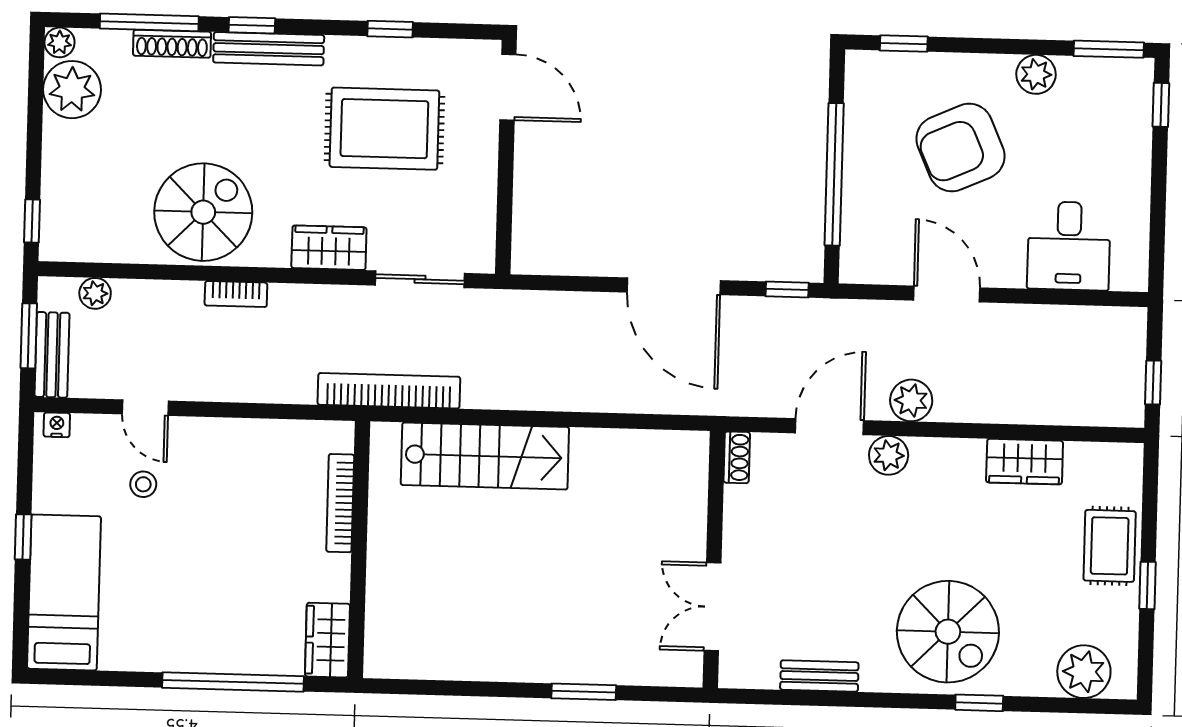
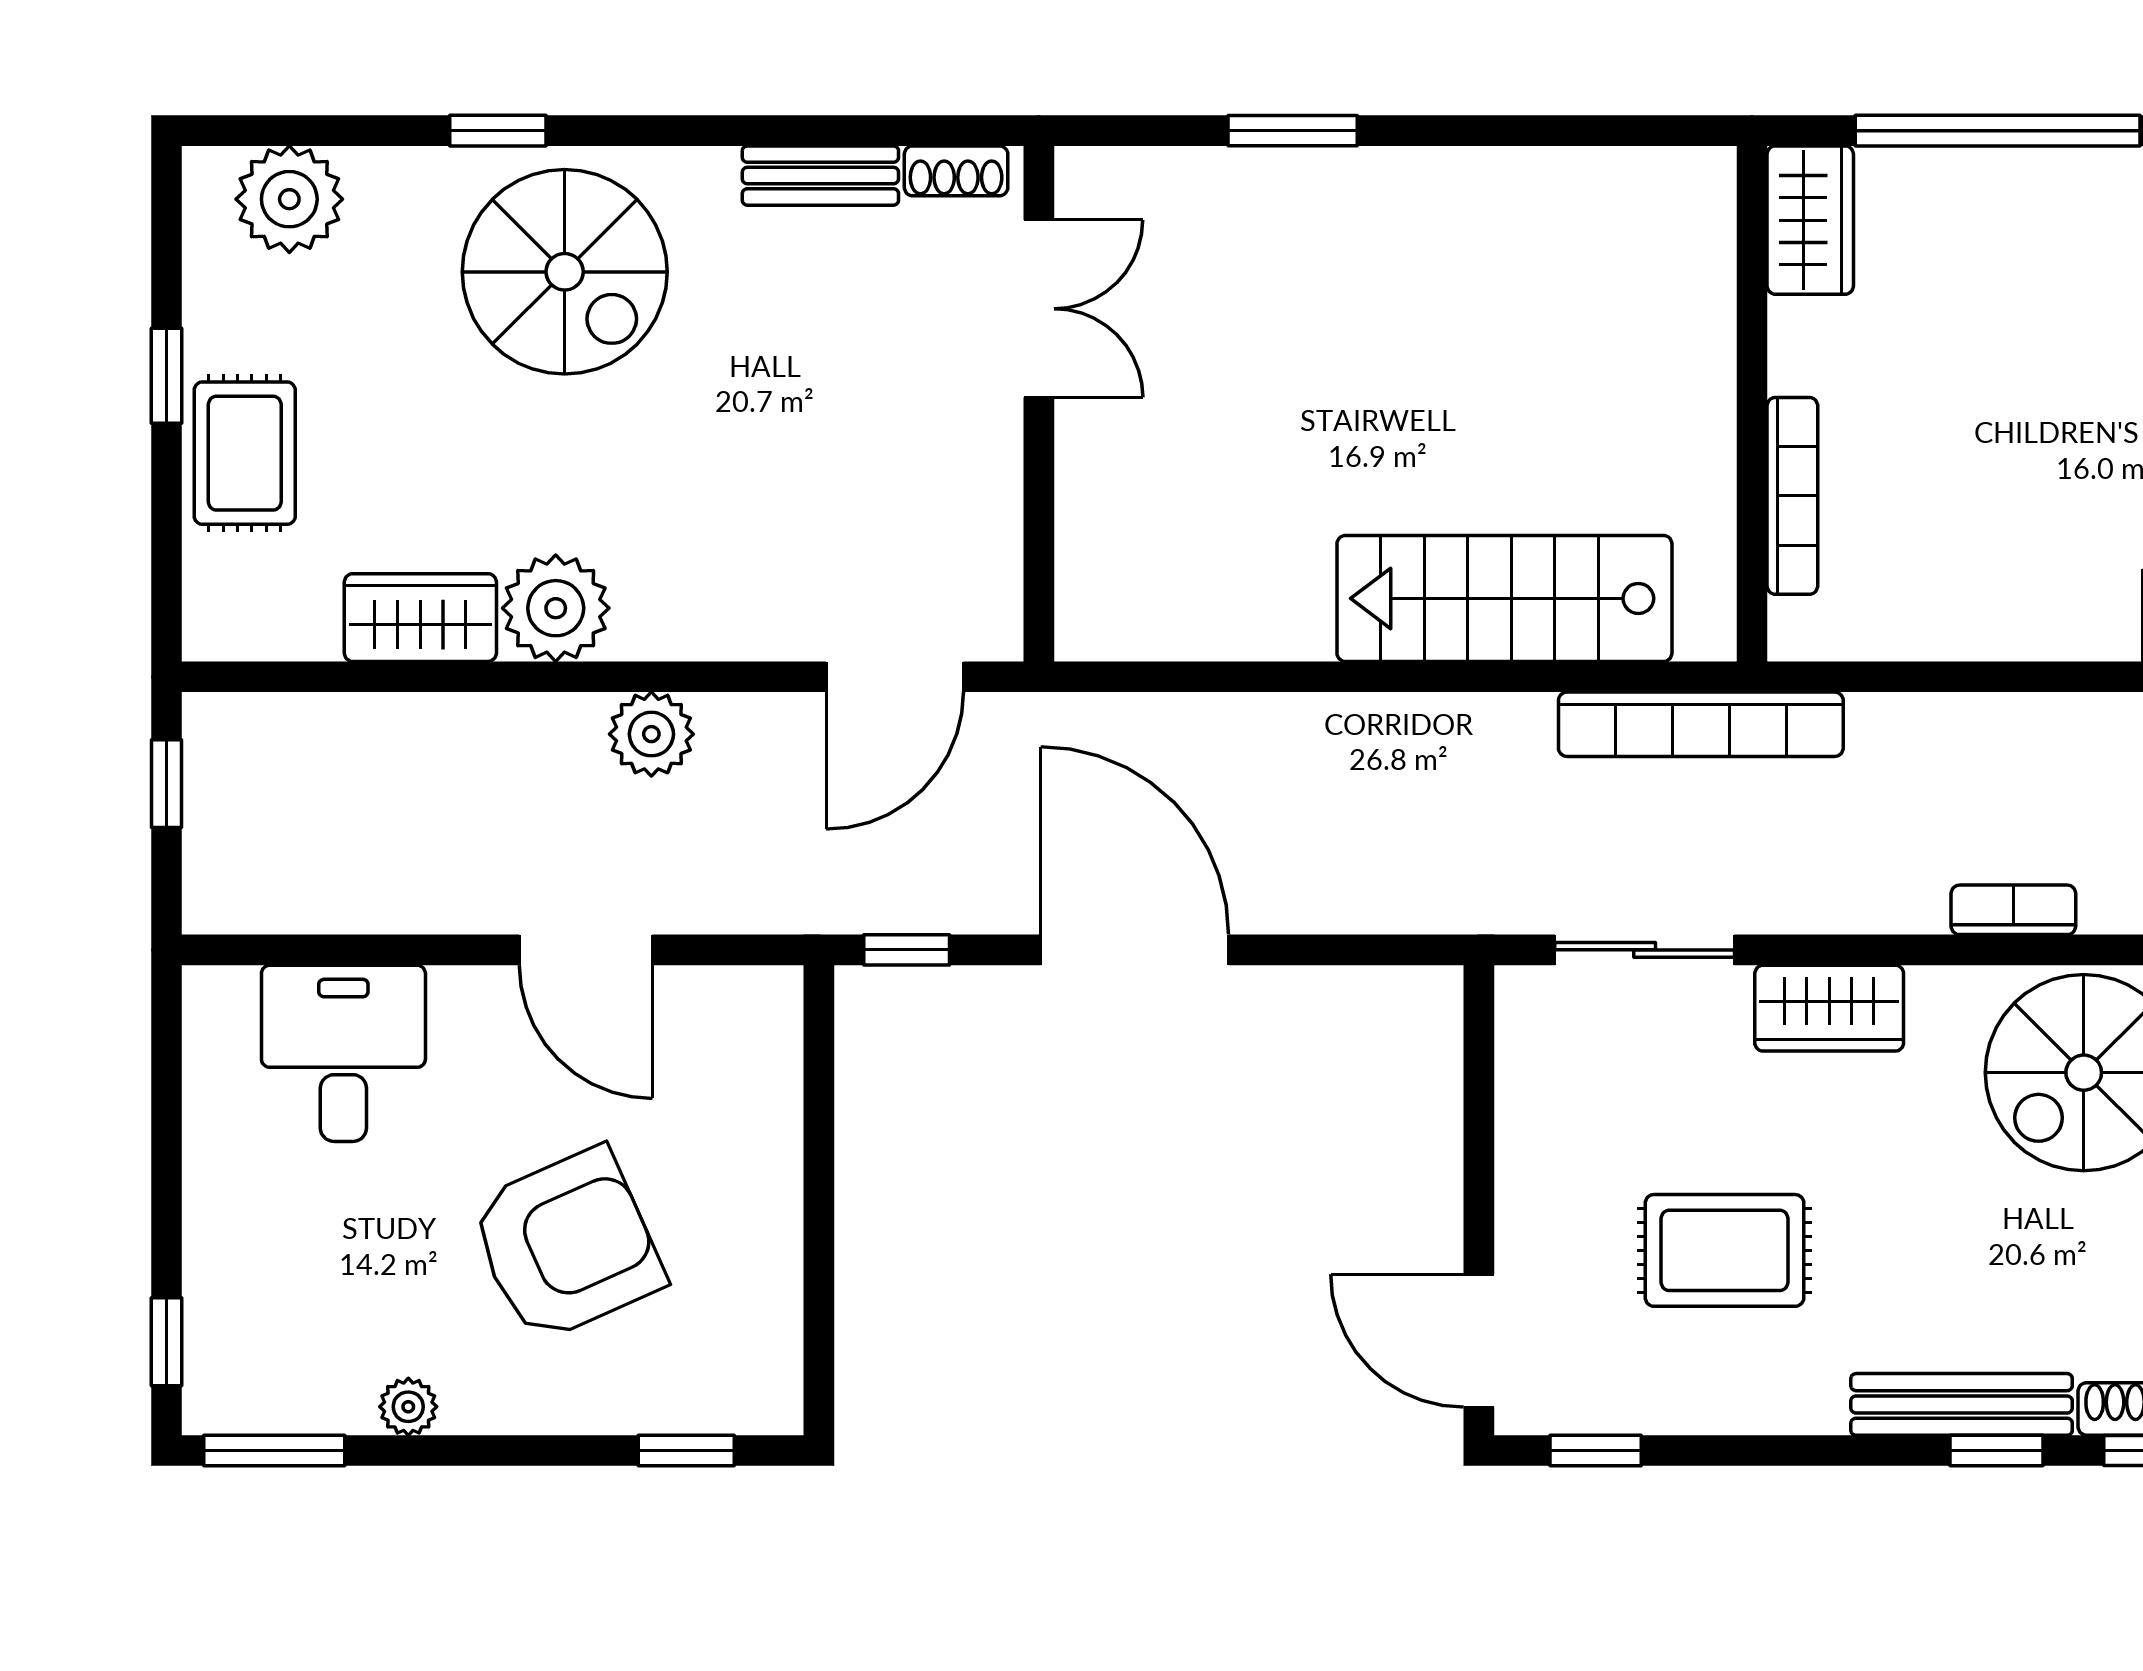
window: (390, 29) -> (1596, 1451), moved
plant: (1036, 74) -> (408, 1407), width x0.73, depth x0.73
rug: (384, 129) -> (1725, 1250), width x0.73, depth x0.70
window: (834, 174) -> (819, 1184), removed
door: (830, 427) -> (895, 677), moved
plant: (889, 455) -> (556, 608), moved, width x1.36, depth x1.36
shoe rack: (737, 457) -> (956, 171), moved, turned -90
spiral stairs: (948, 632) -> (565, 272), turned 180

